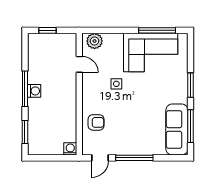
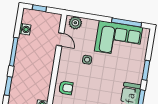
washing machine: (34, 91) -> (25, 29), moved

